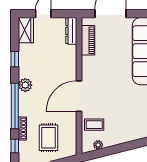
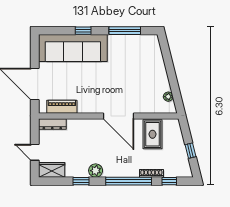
plant: (25, 85) -> (96, 171), moved
coffee table: (94, 125) -> (148, 101), removed
rug: (48, 138) -> (153, 134), moved, turned 90

